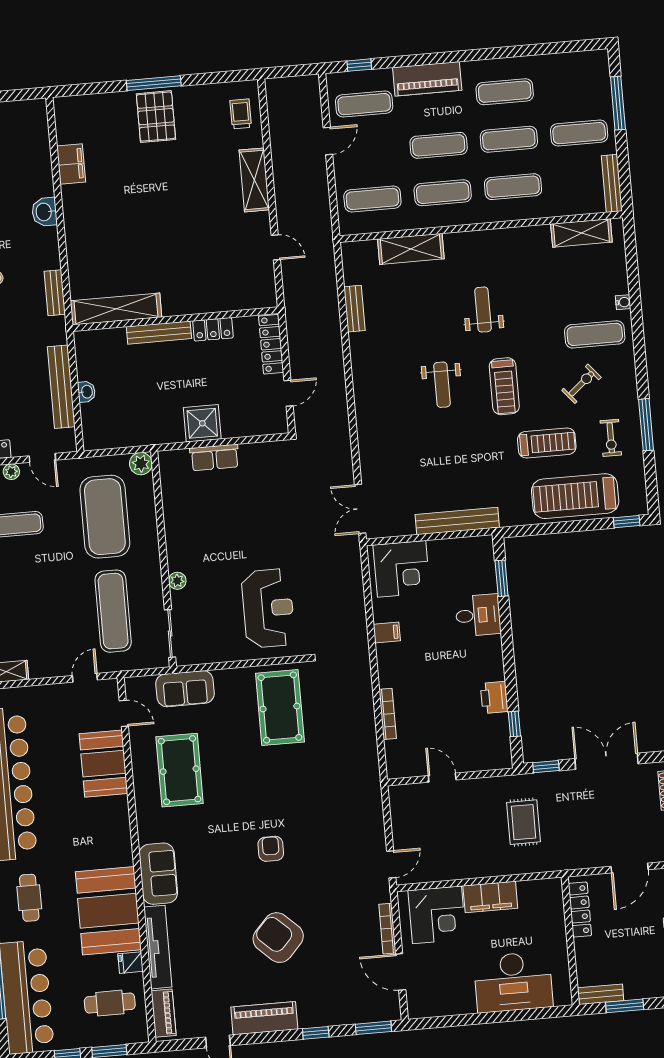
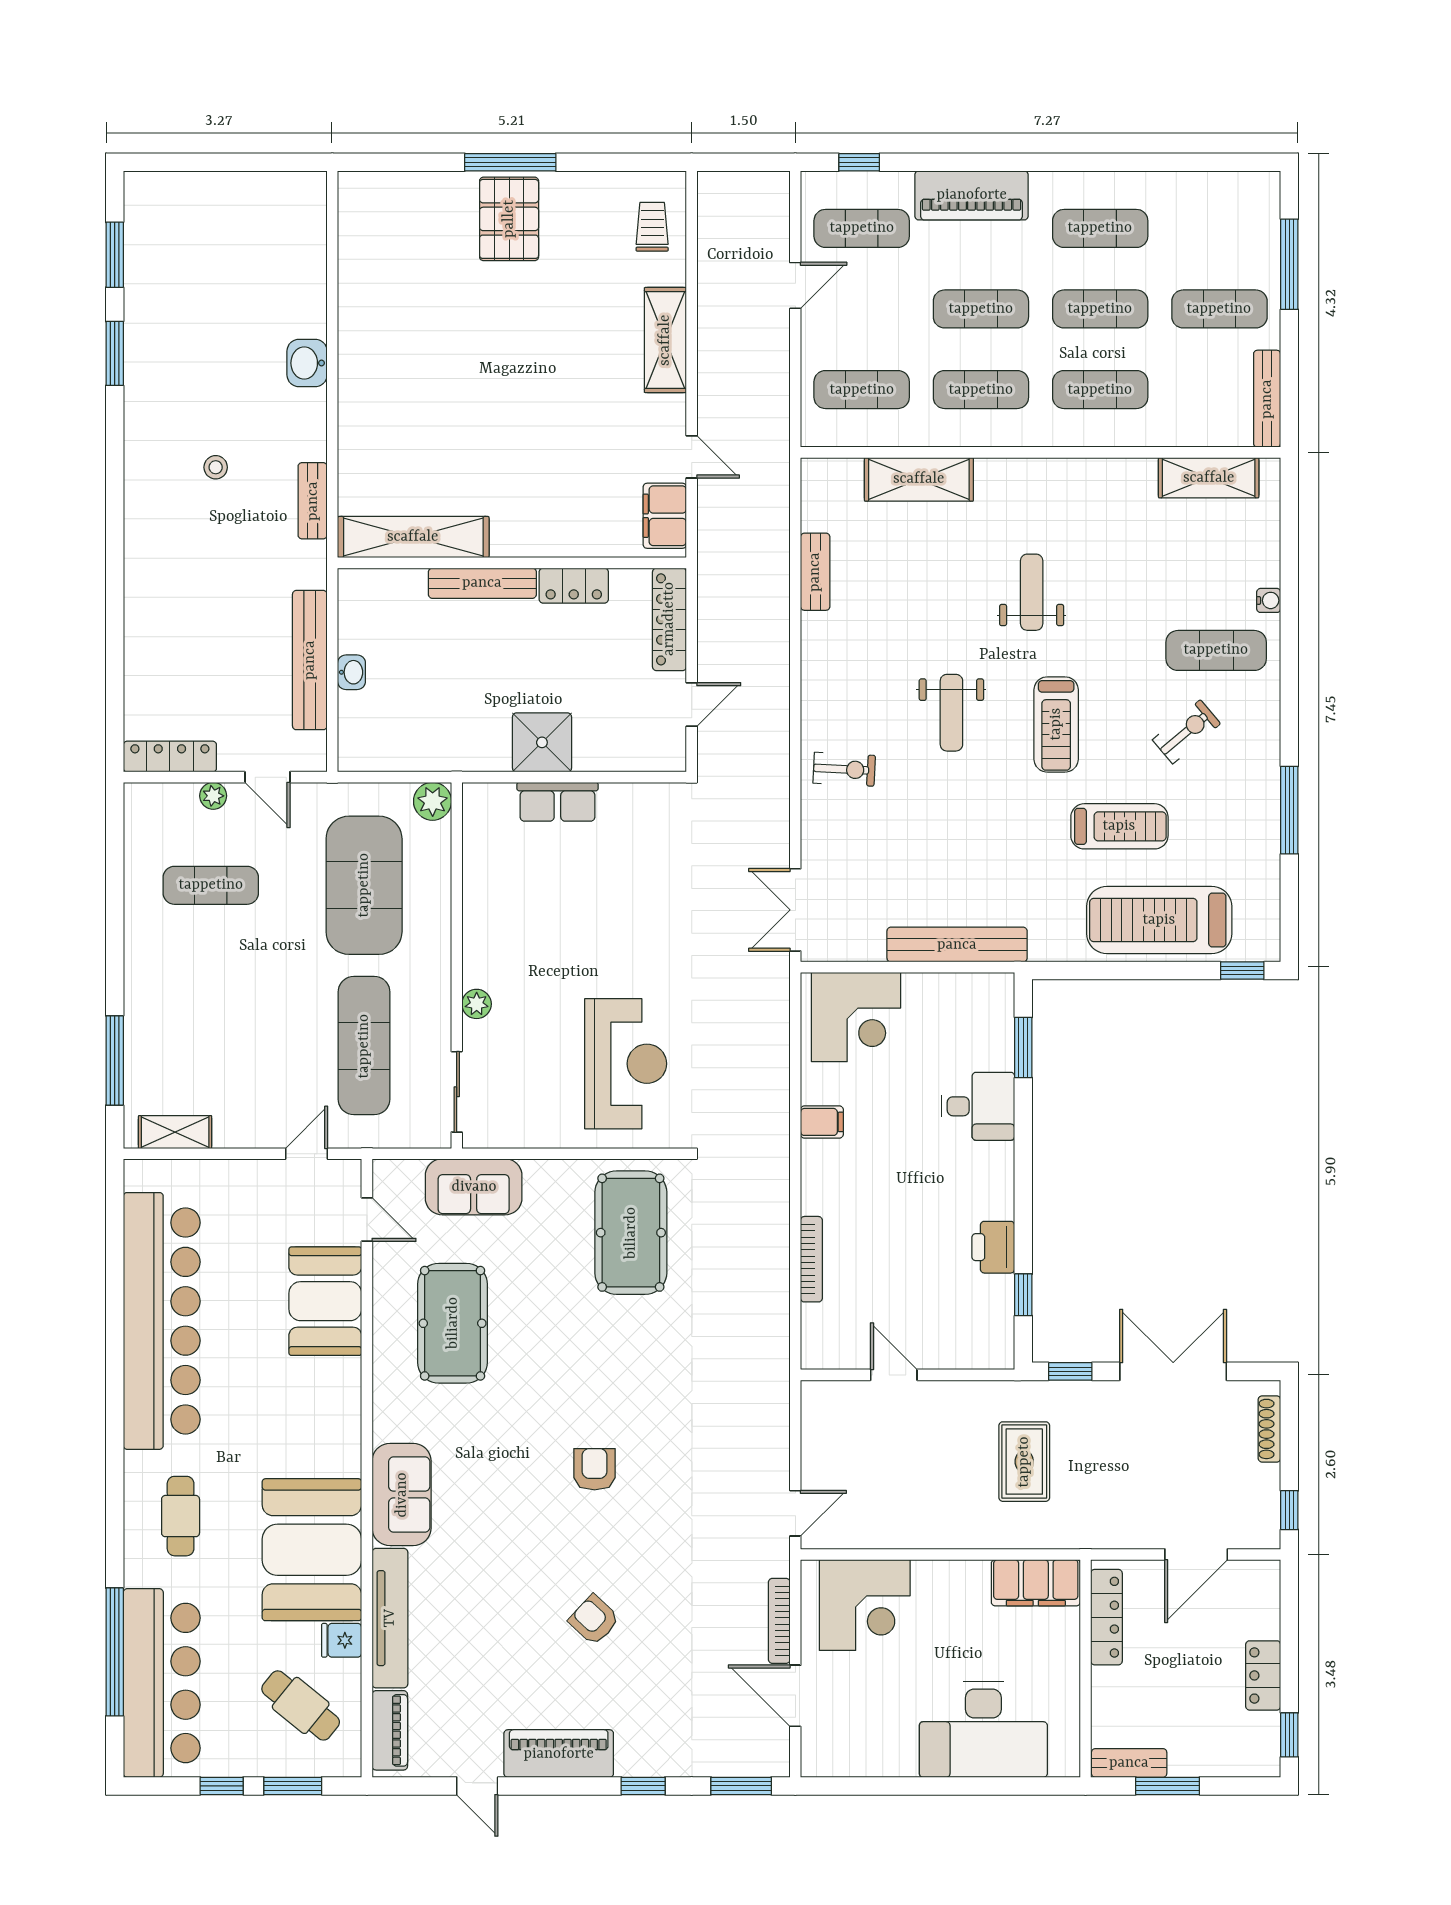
filing cabinet: (71, 164) -> (665, 516), moved, turned 180
exercise bike: (611, 438) -> (844, 769), moved, turned -87
filing cabinet: (490, 897) -> (1036, 1583), moved
armchair: (278, 938) -> (594, 1620), width x0.53, depth x0.53
cafe table: (110, 1003) -> (301, 1705), turned 39

